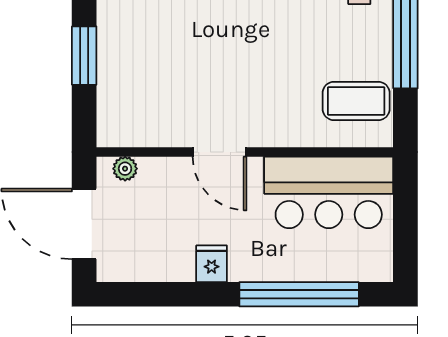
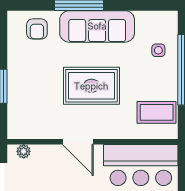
rug: (243, 55) -> (91, 86), added

